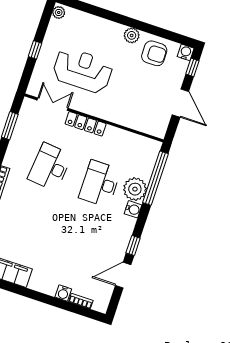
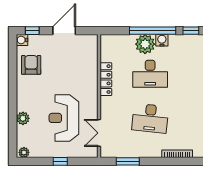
plant: (132, 35) -> (23, 118), moved
locker: (86, 124) -> (106, 79), moved
window: (155, 178) -> (153, 31), moved

